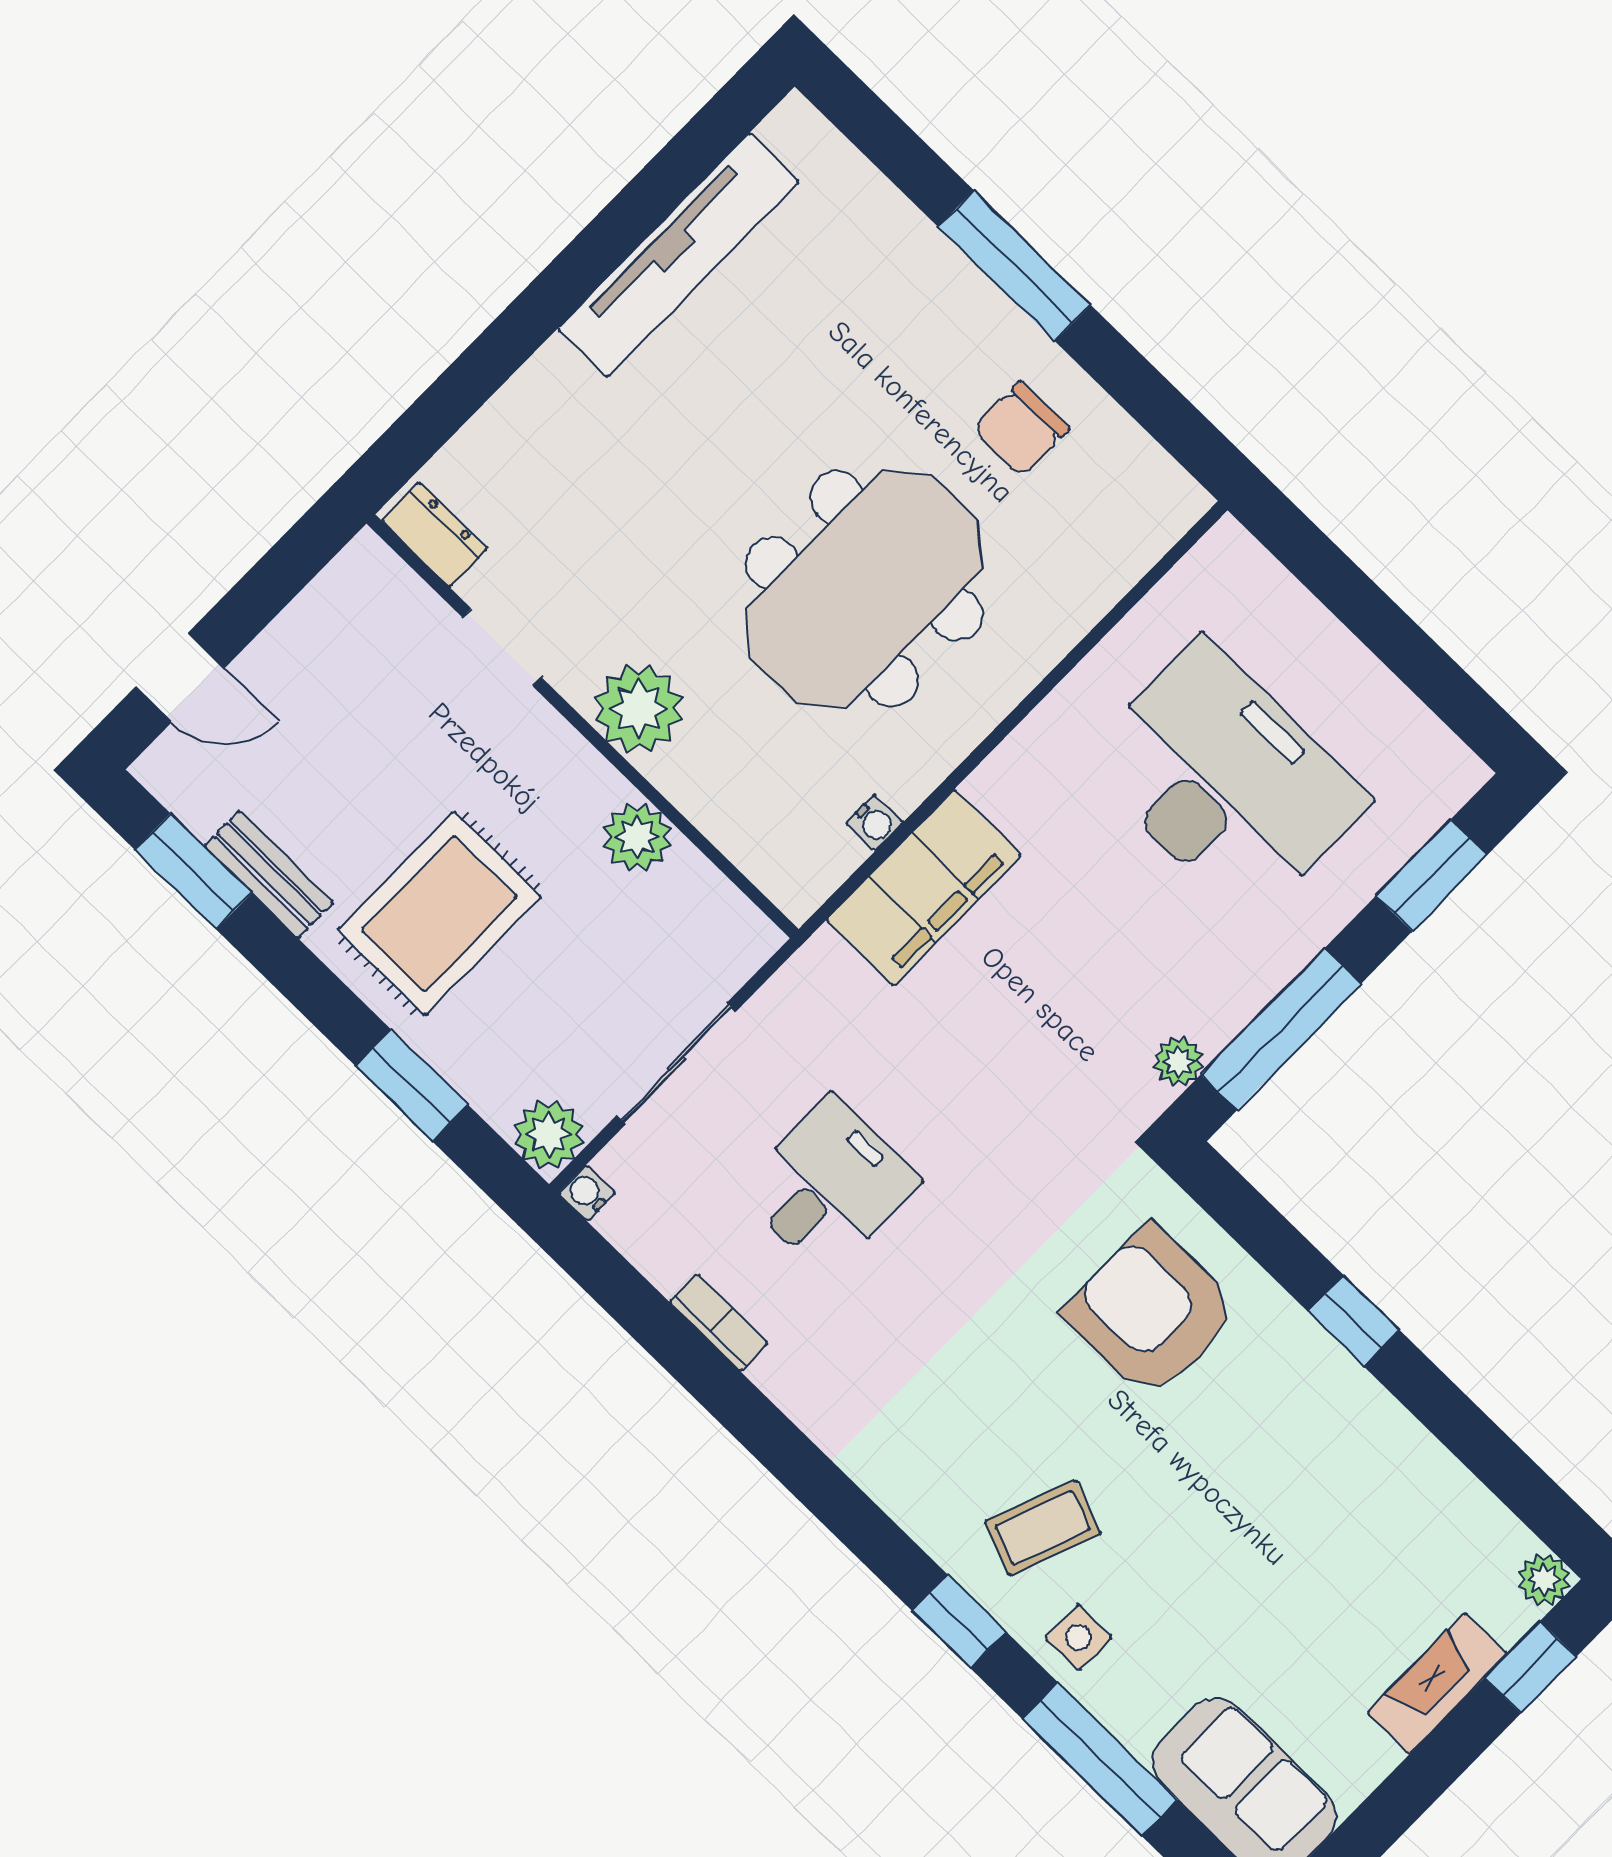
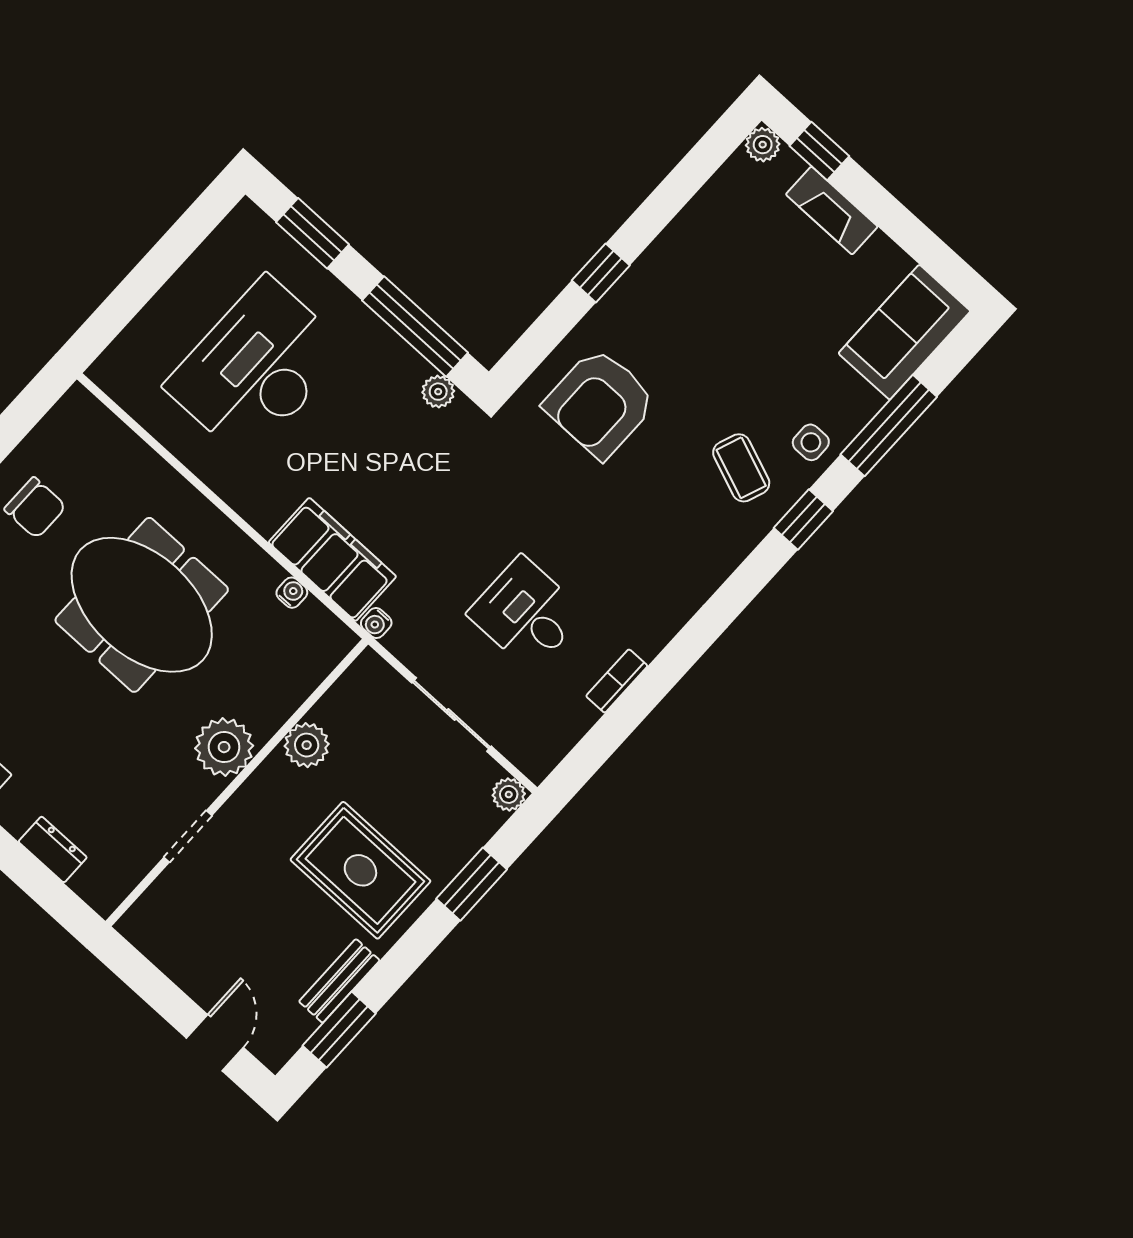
dresser: (434, 534) -> (53, 849), moved, turned 90
plant: (549, 1135) -> (509, 794), width x0.73, depth x0.73
water cooler: (587, 1193) -> (376, 623), moved

